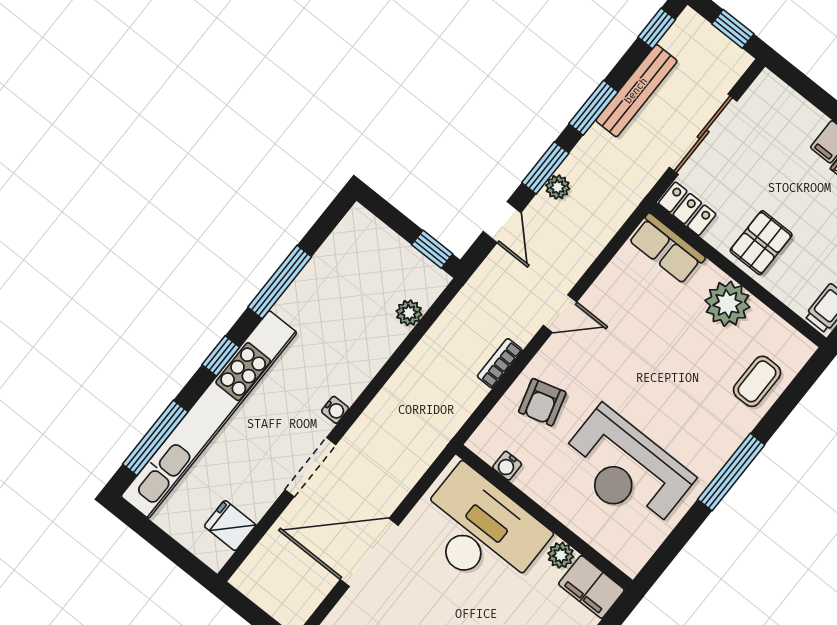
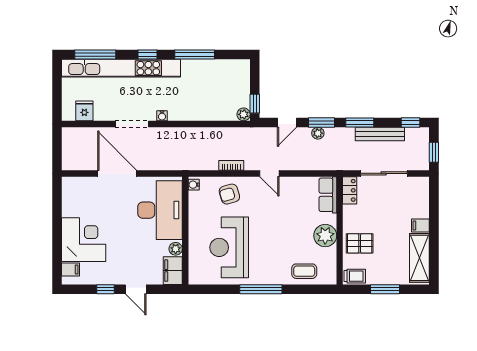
pallet: (761, 243) -> (360, 243), moved
plant: (409, 313) -> (244, 114), moved
water cooler: (507, 466) -> (194, 185), moved

